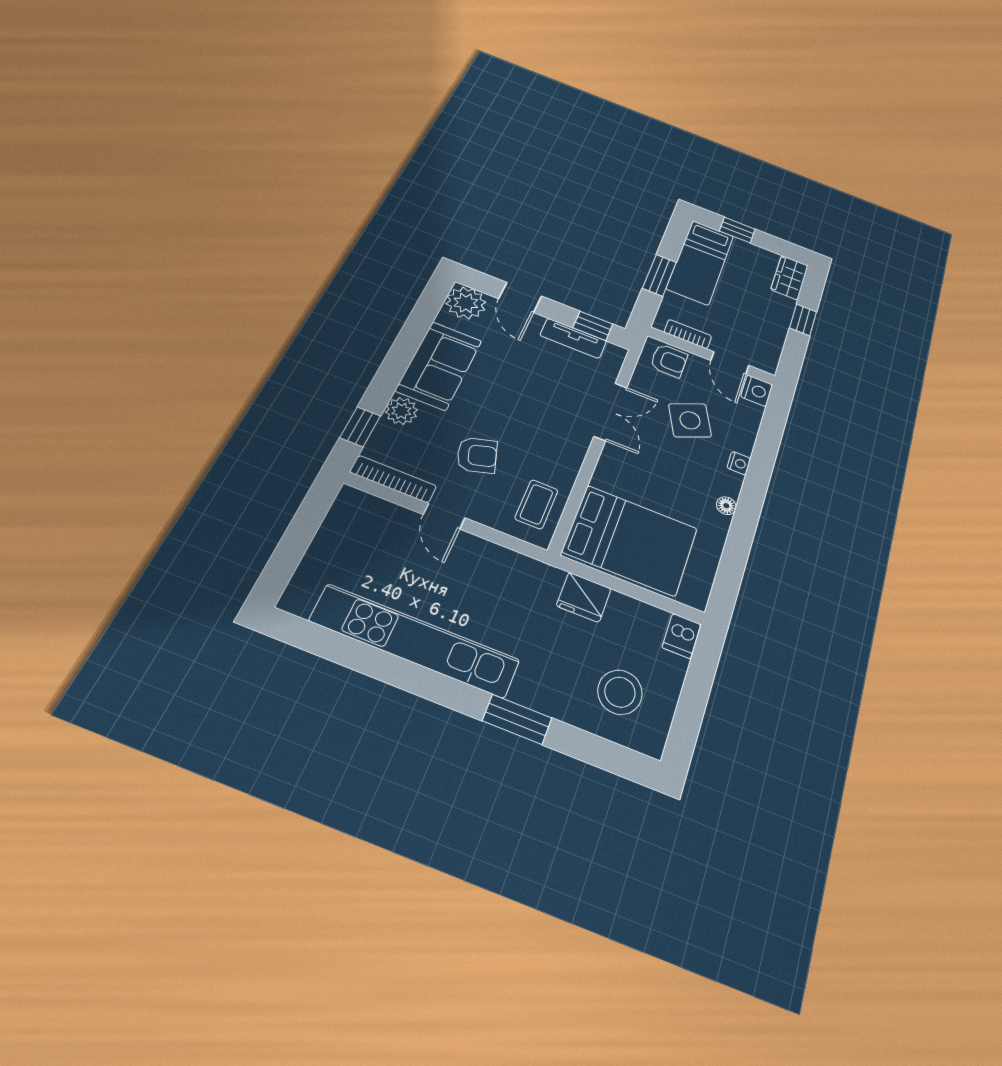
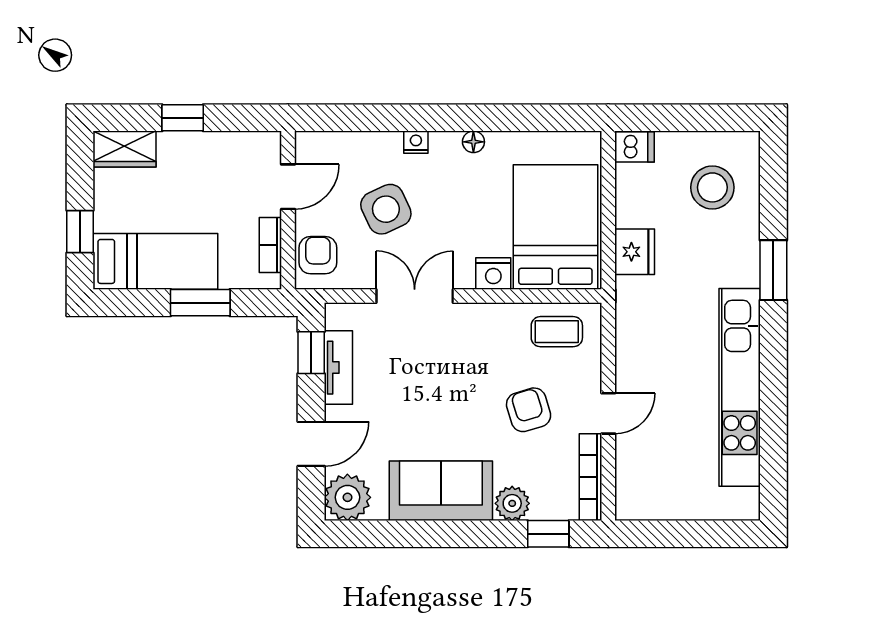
nightstand: (757, 391) -> (493, 273), moved, turned 180

